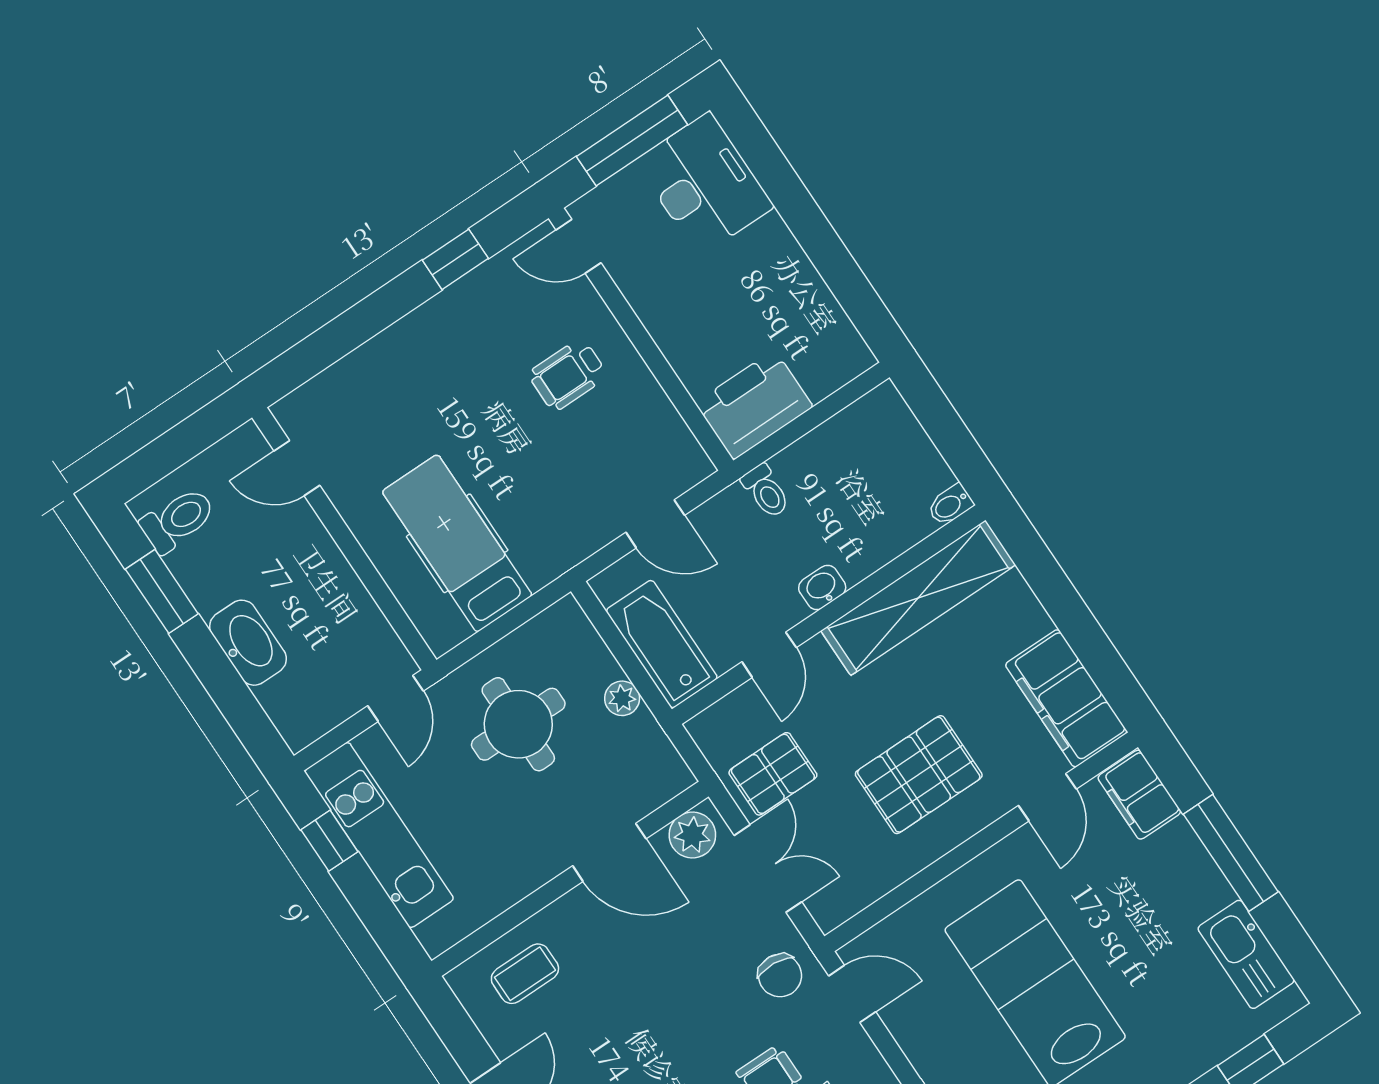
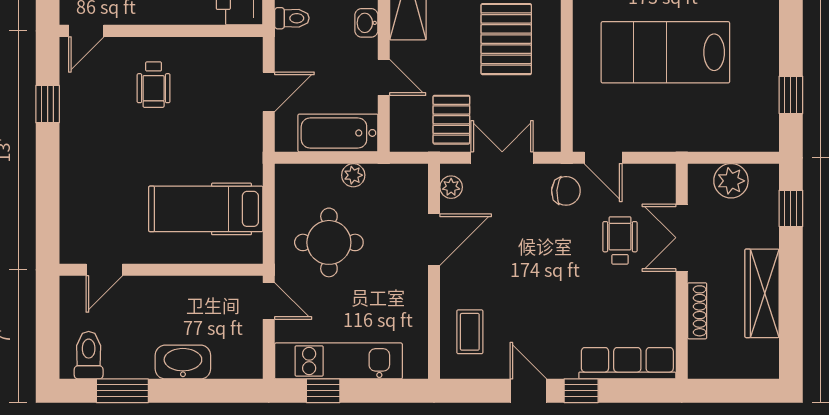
plant: (692, 835) -> (451, 187), width x0.73, depth x0.73
door: (852, 994) -> (603, 158), swing flipped

